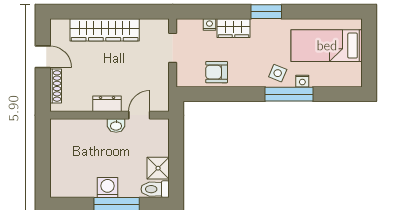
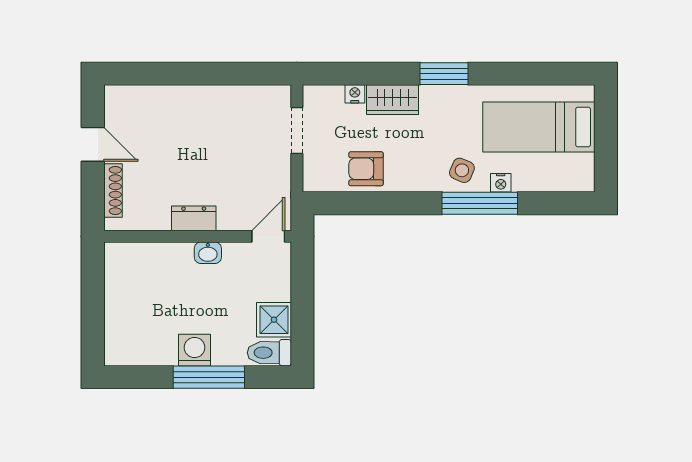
wardrobe: (105, 30) -> (190, 102), removed
door: (139, 115) -> (268, 236), moved

